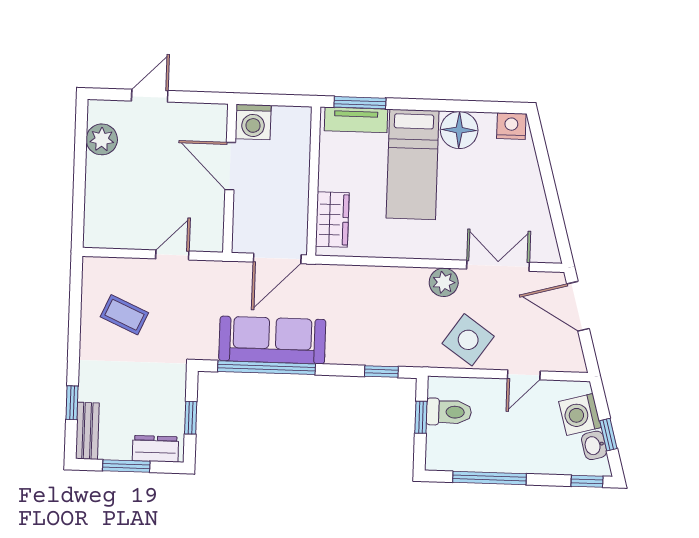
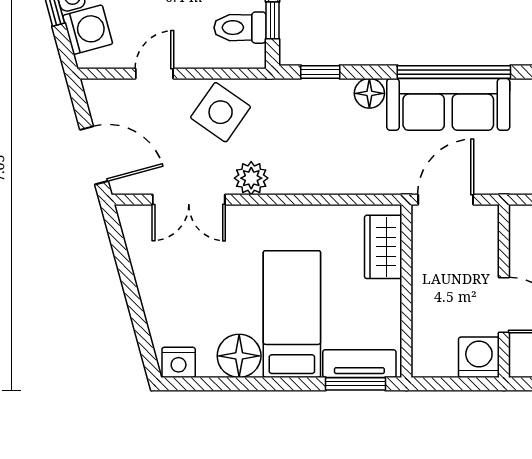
floor lamp: (340, 352) -> (369, 93), added

